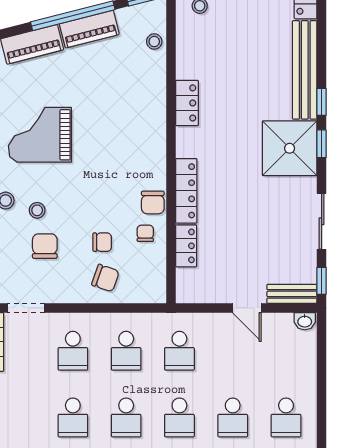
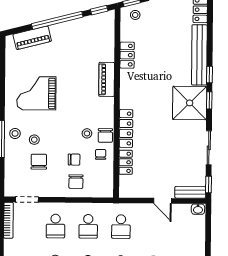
piano: (89, 29) -> (107, 79), moved, turned 104
stool: (154, 41) -> (87, 133), moved
locker: (187, 103) -> (127, 55), moved
chair: (105, 278) -> (76, 182), turned 71

